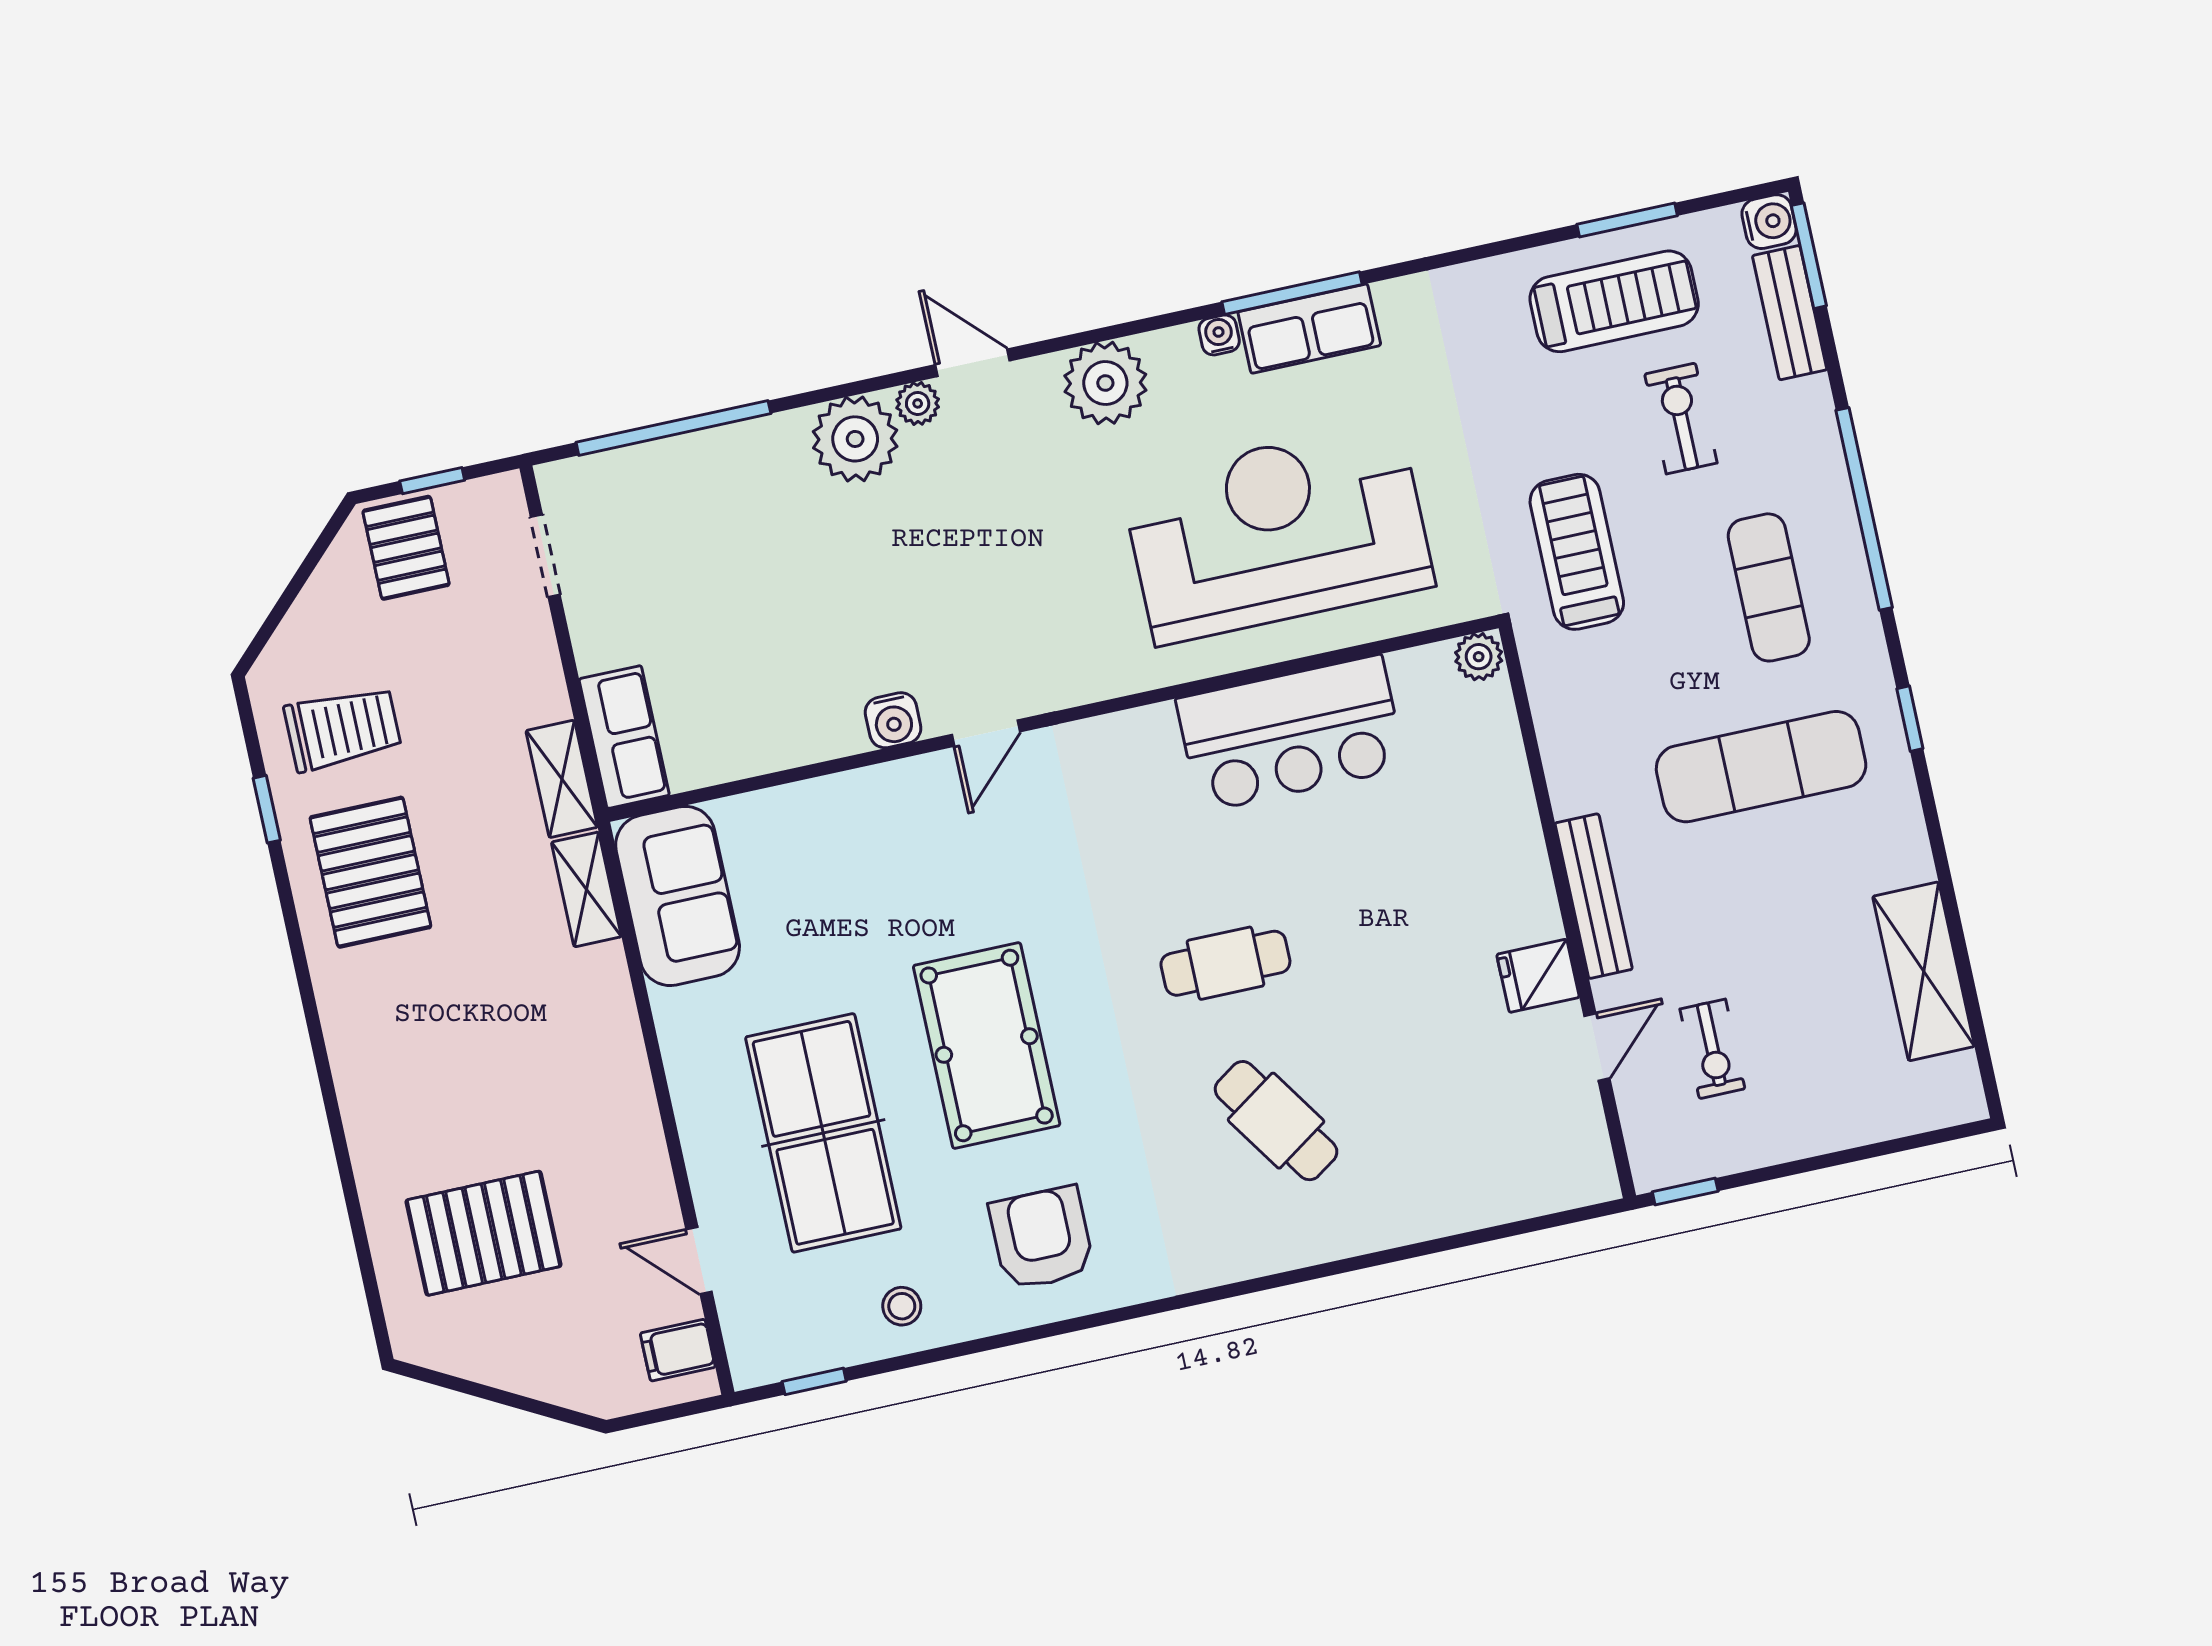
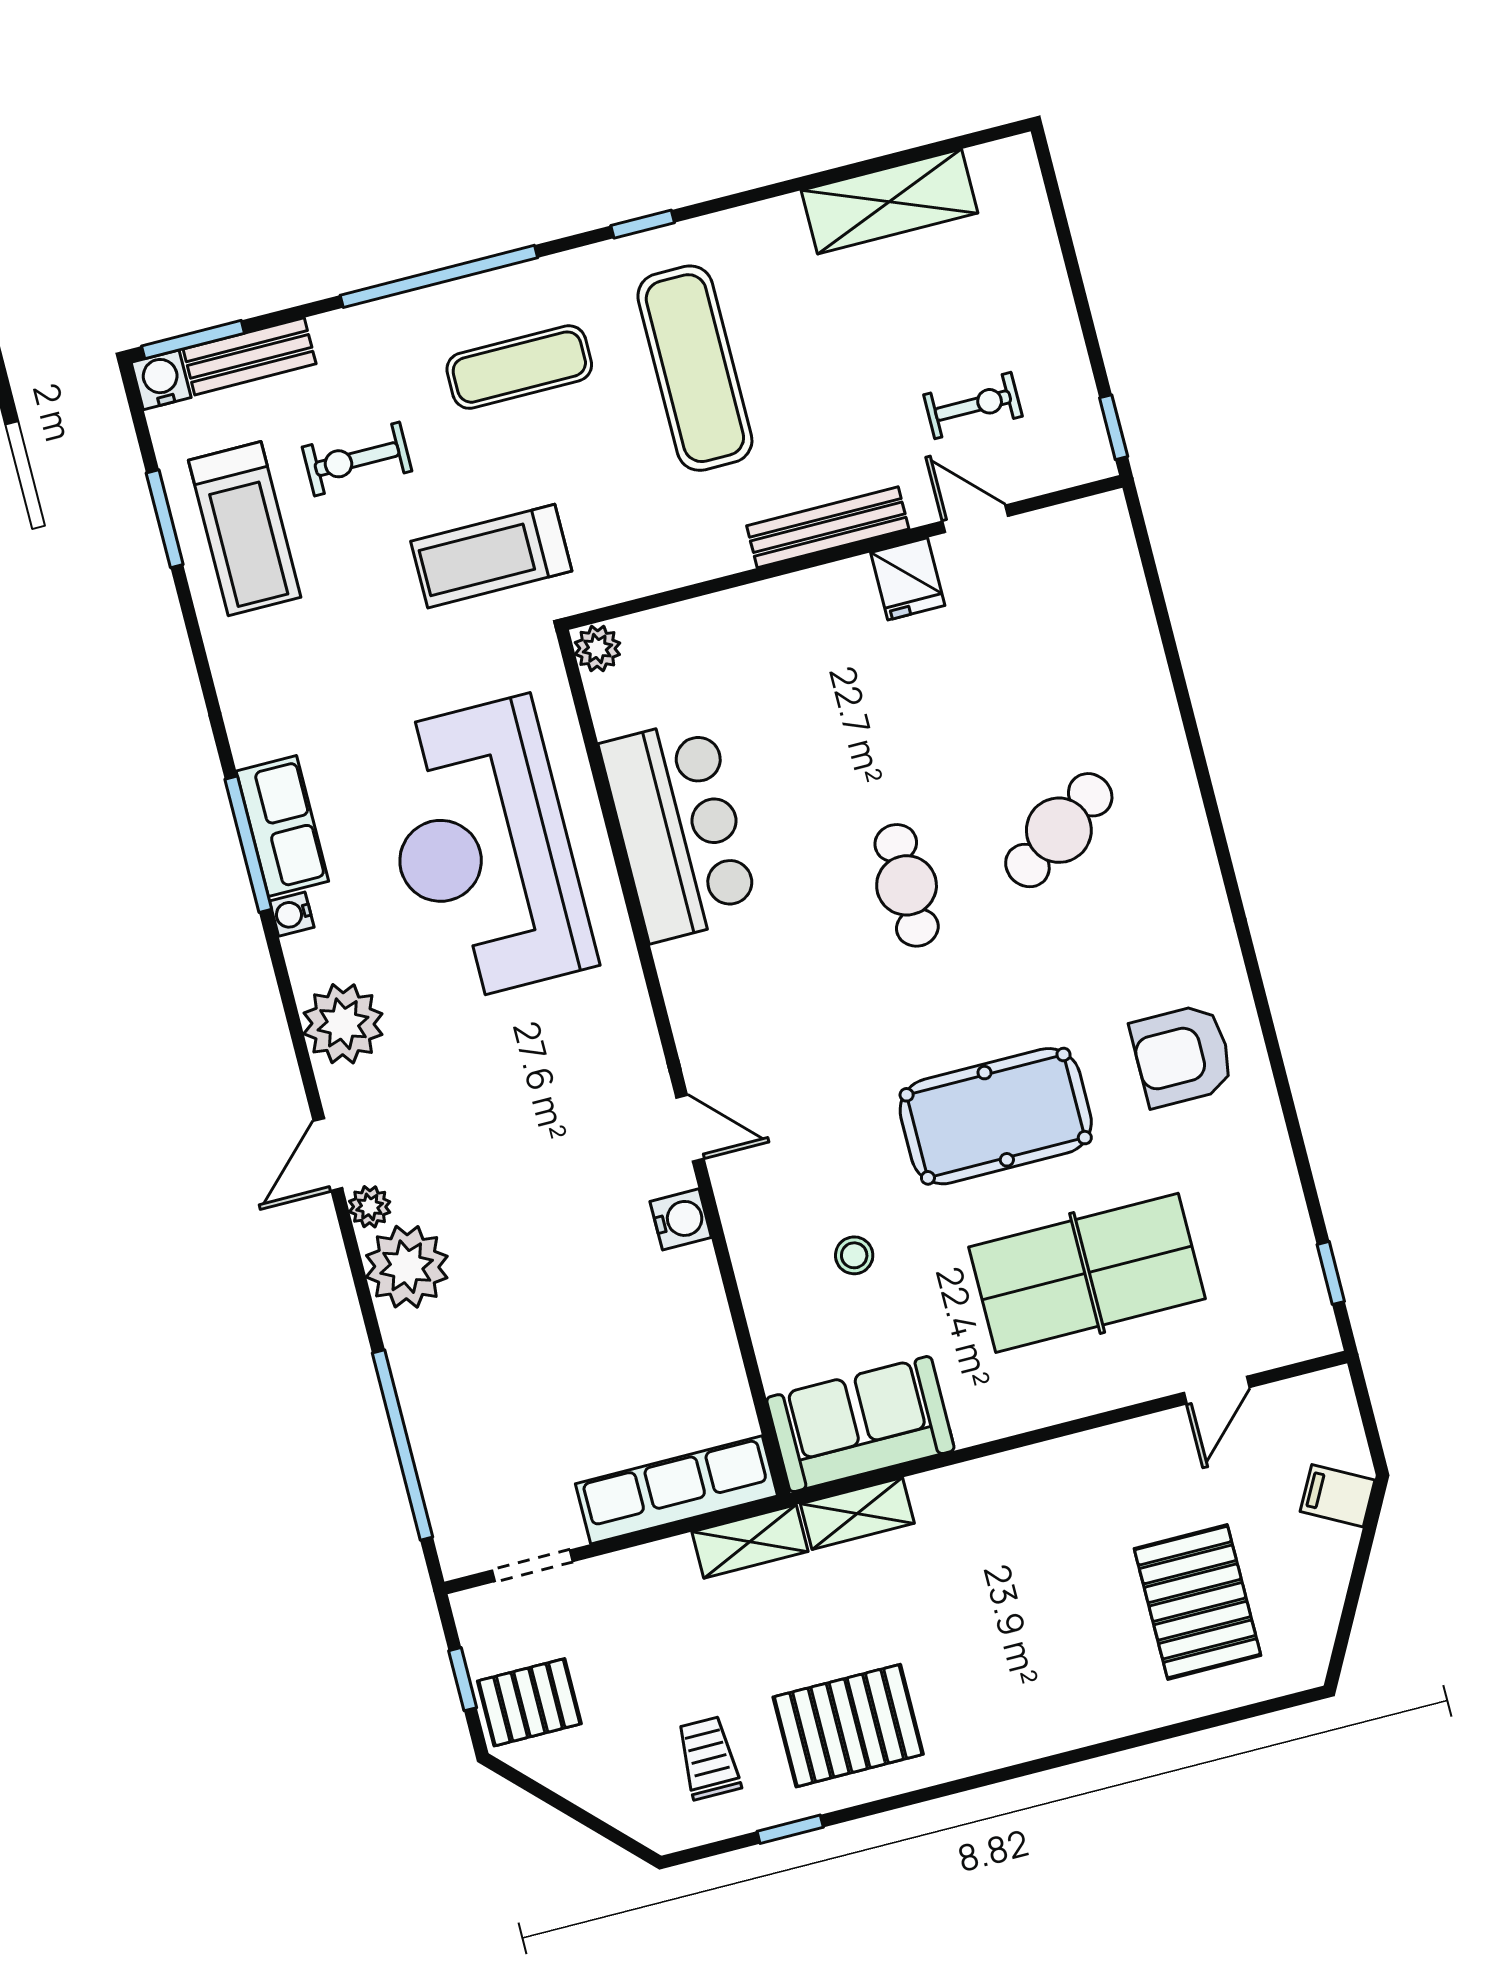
treadmill: (1614, 301) -> (245, 529), turned 180
trolley: (343, 729) -> (709, 1758), width x0.73, depth x0.72
row of seats: (624, 737) -> (677, 1490), width x1.48
stool: (902, 1306) -> (854, 1255), moved
filing cabinet: (678, 1350) -> (1337, 1496), moved, turned 118

